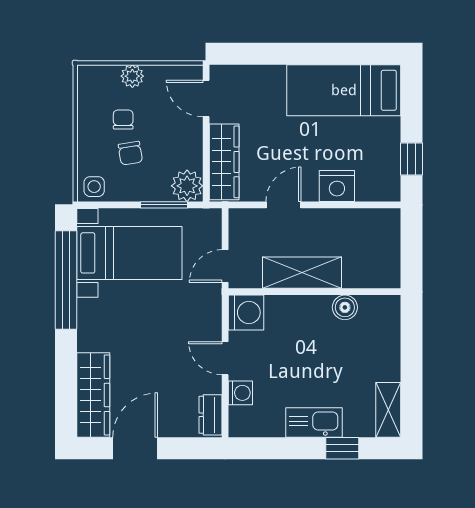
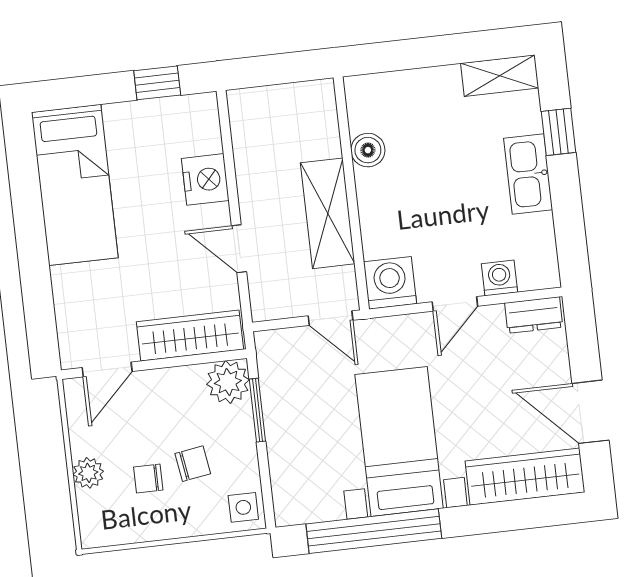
bed with nightstands: (129, 253) -> (399, 441), moved

